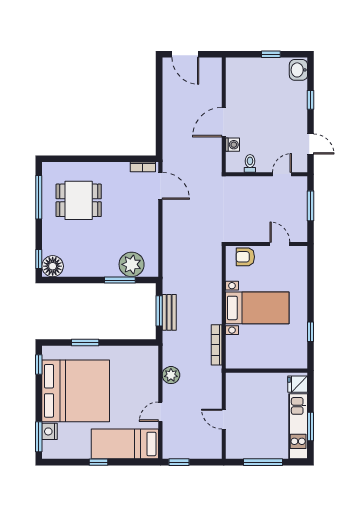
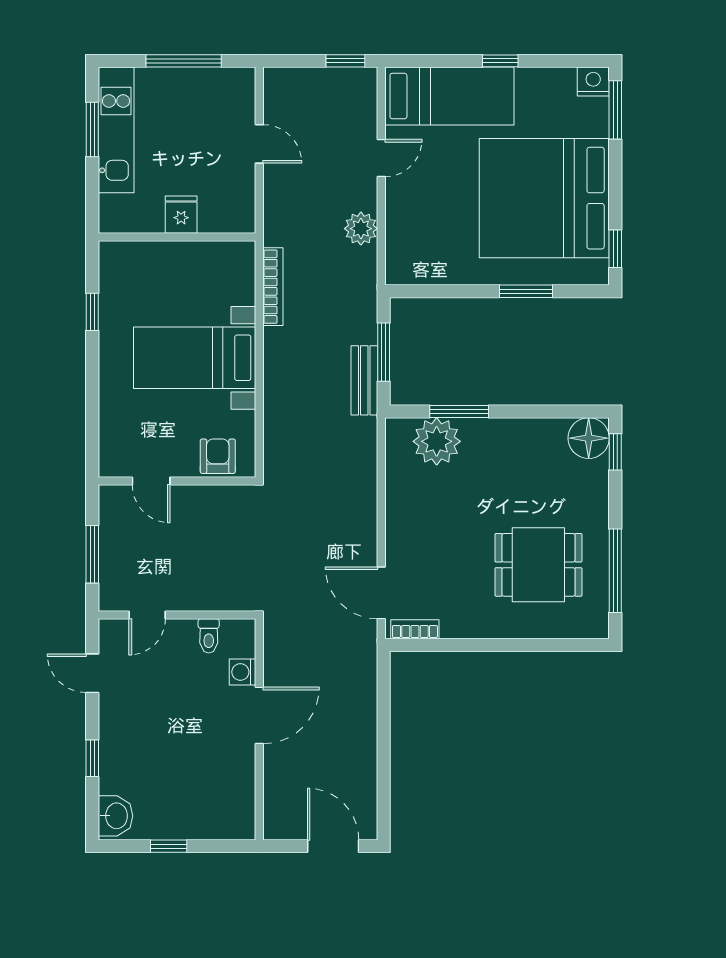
armchair: (245, 257) -> (218, 456), turned -90
bench: (169, 312) -> (364, 380), moved
fridge: (298, 384) -> (181, 215), moved, turned -90
nightstand: (50, 431) -> (593, 82), moved, turned -90

